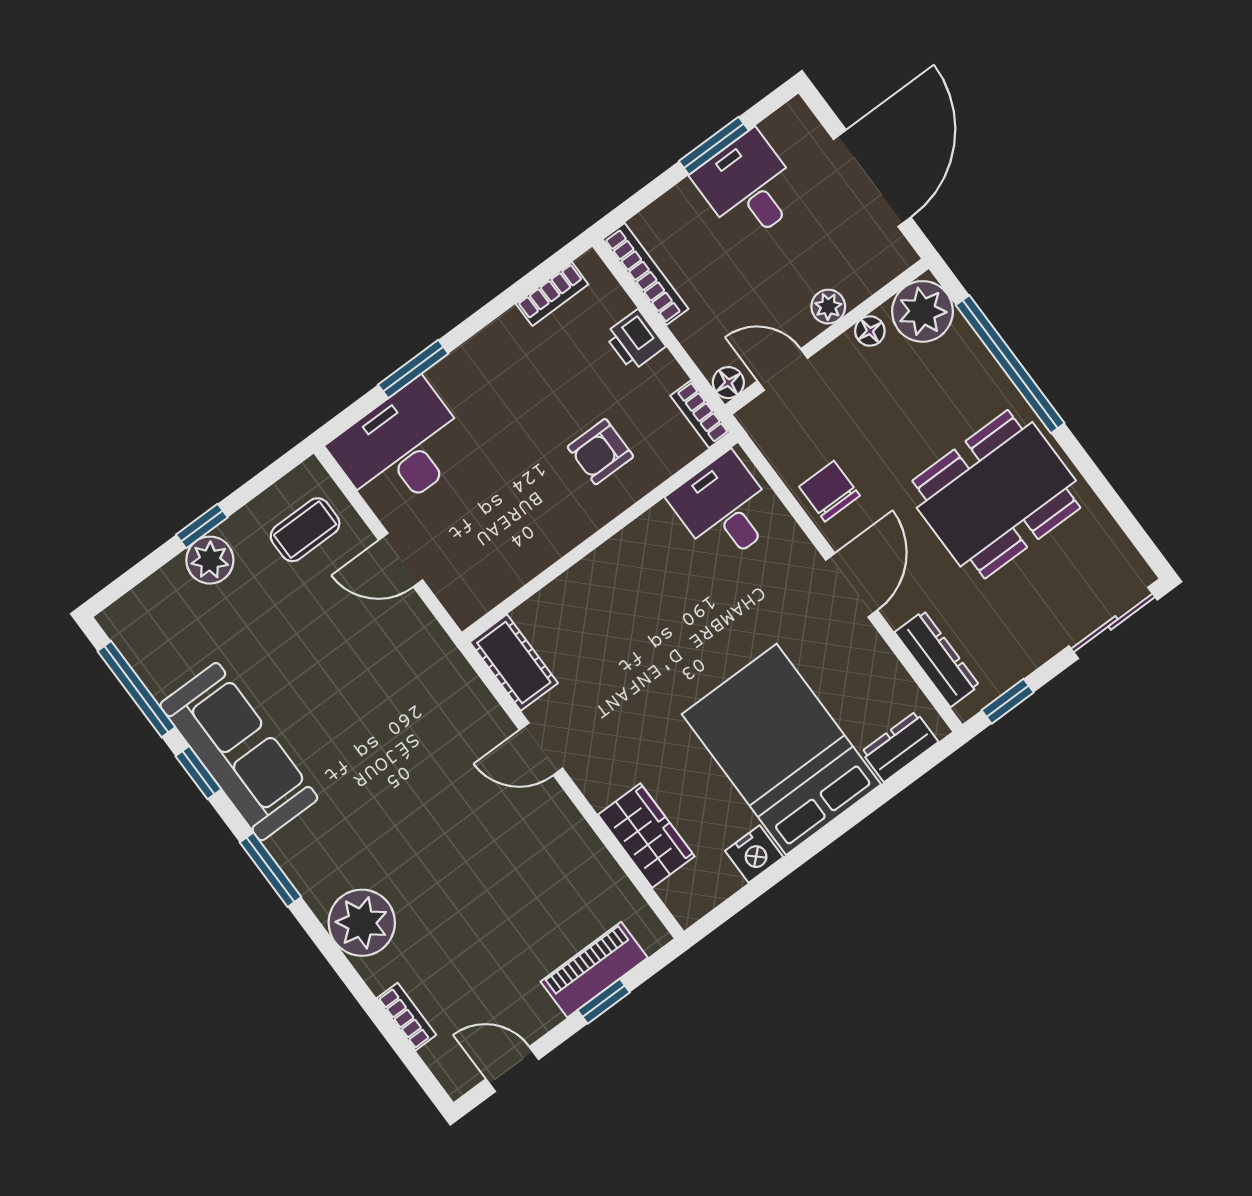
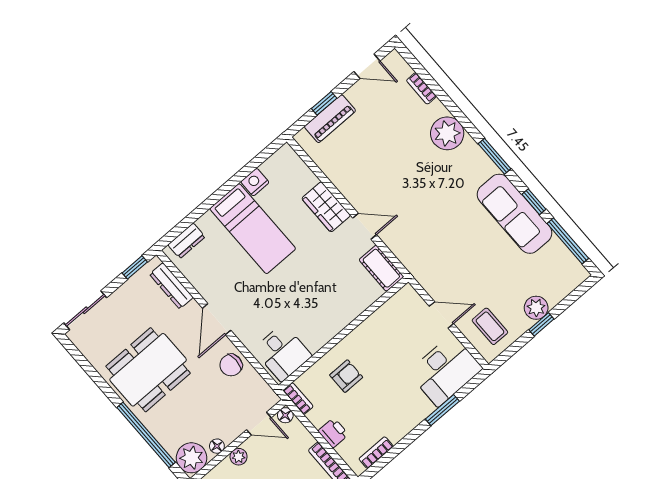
chair: (829, 491) -> (231, 365), turned 90
coffee table: (305, 530) -> (490, 326), turned 90
bed: (781, 749) -> (253, 229), width x0.67
wardrobe: (646, 836) -> (326, 207), moved

